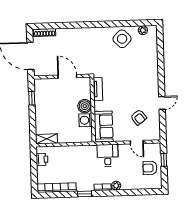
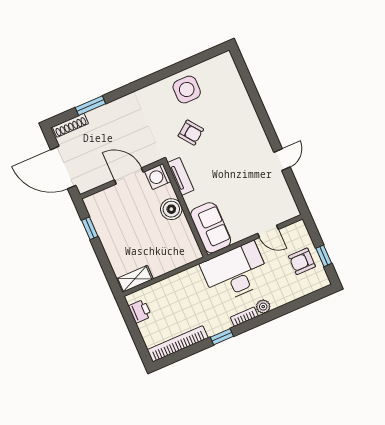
window: (61, 26) -> (90, 106), added
plant: (143, 30) -> (212, 65), removed
side table: (122, 39) -> (187, 90), turned 45
armchair: (139, 117) -> (191, 133), moved
washing machine: (85, 120) -> (158, 177), moved
desk: (108, 155) -> (235, 272), width x1.87, depth x1.30
window: (164, 160) -> (324, 256), moved

